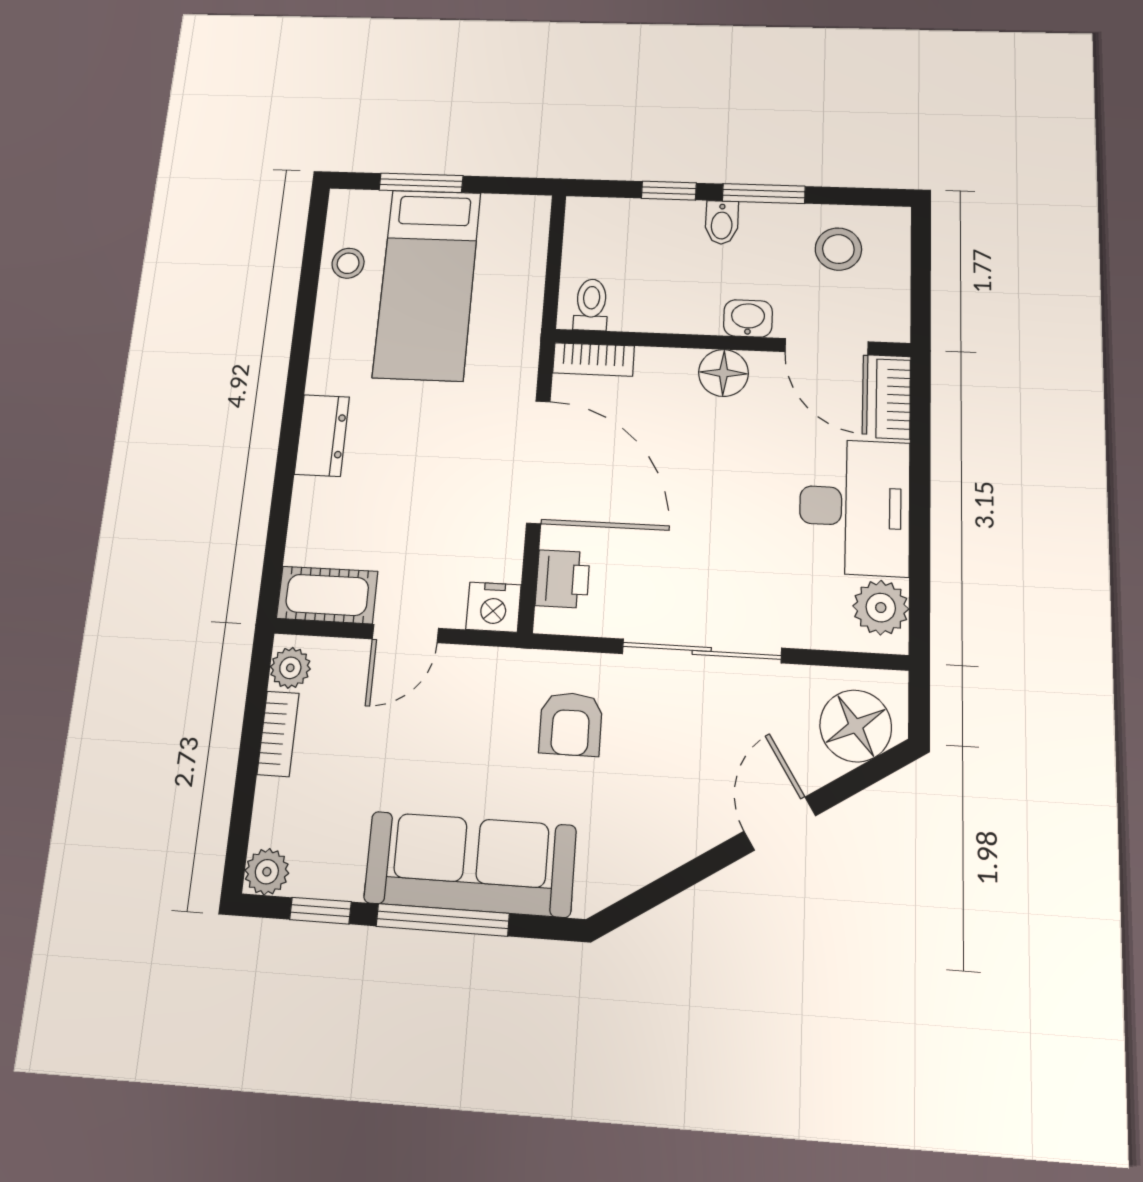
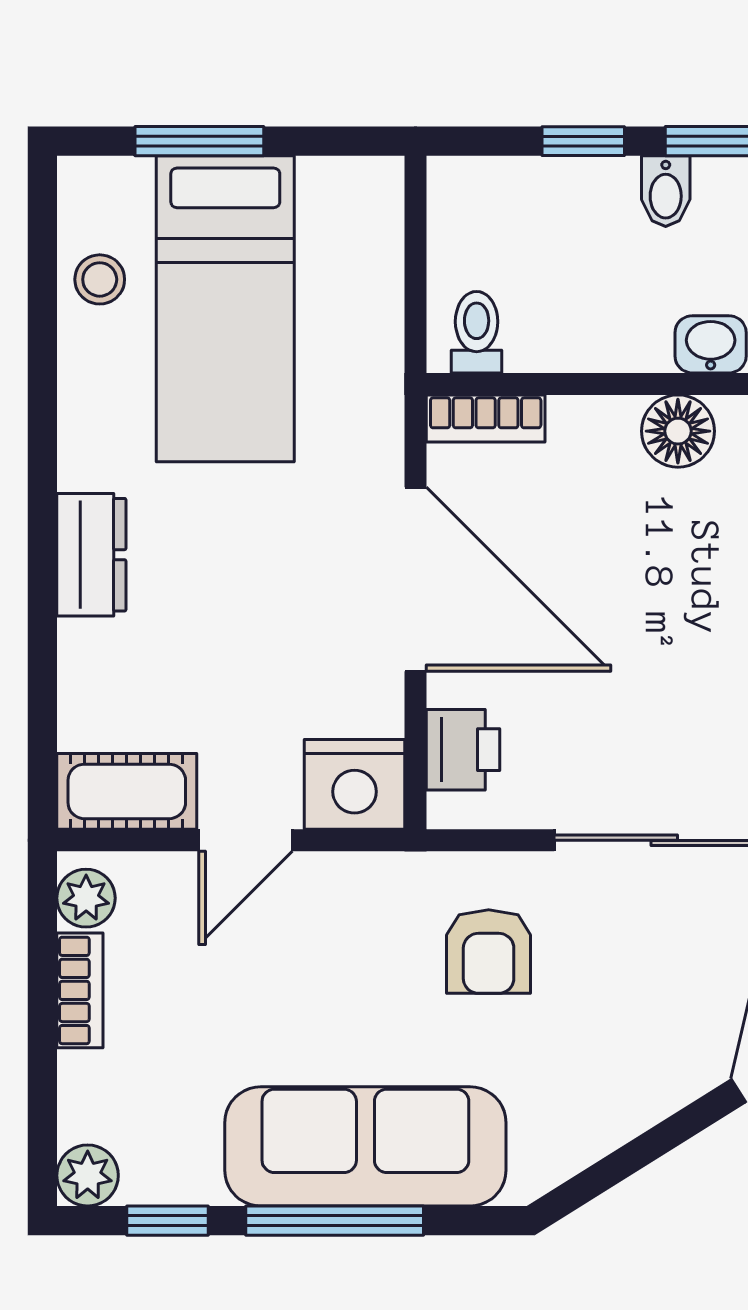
nightstand: (493, 607) -> (355, 784), width x1.36, depth x1.33

